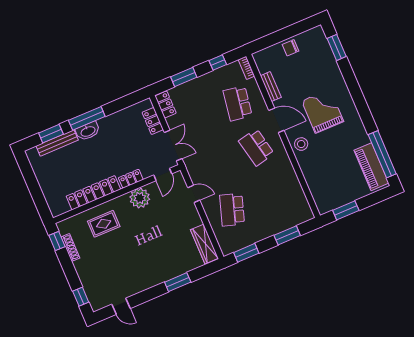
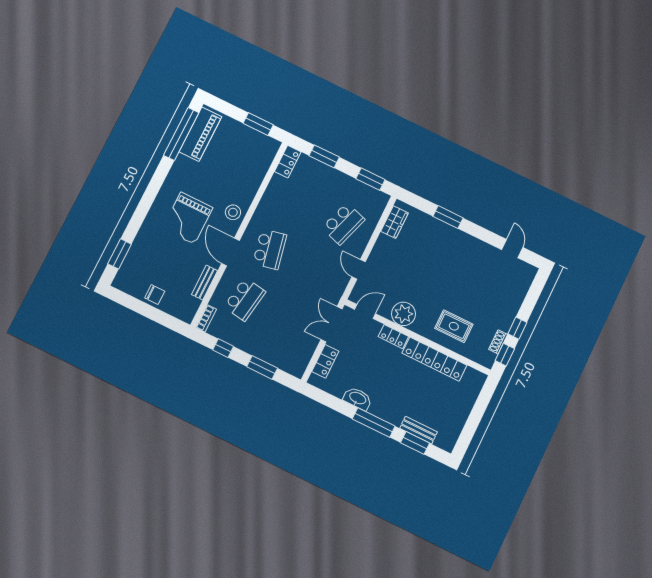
locker: (166, 104) -> (288, 162), moved, turned 180
washbasin: (88, 131) -> (358, 398), moved
bench: (57, 143) -> (419, 430), width x0.73
wardrobe: (204, 244) -> (395, 222), width x0.67
shoe rack: (70, 248) -> (498, 342), width x0.70
window: (81, 297) -> (517, 328), moved

